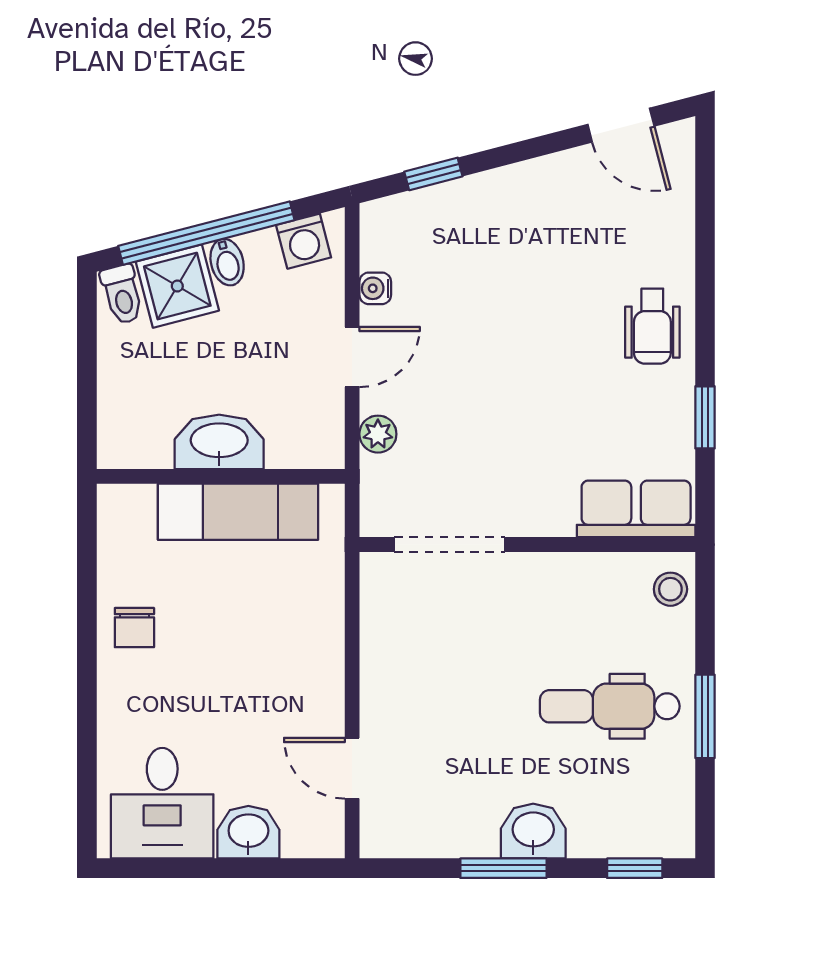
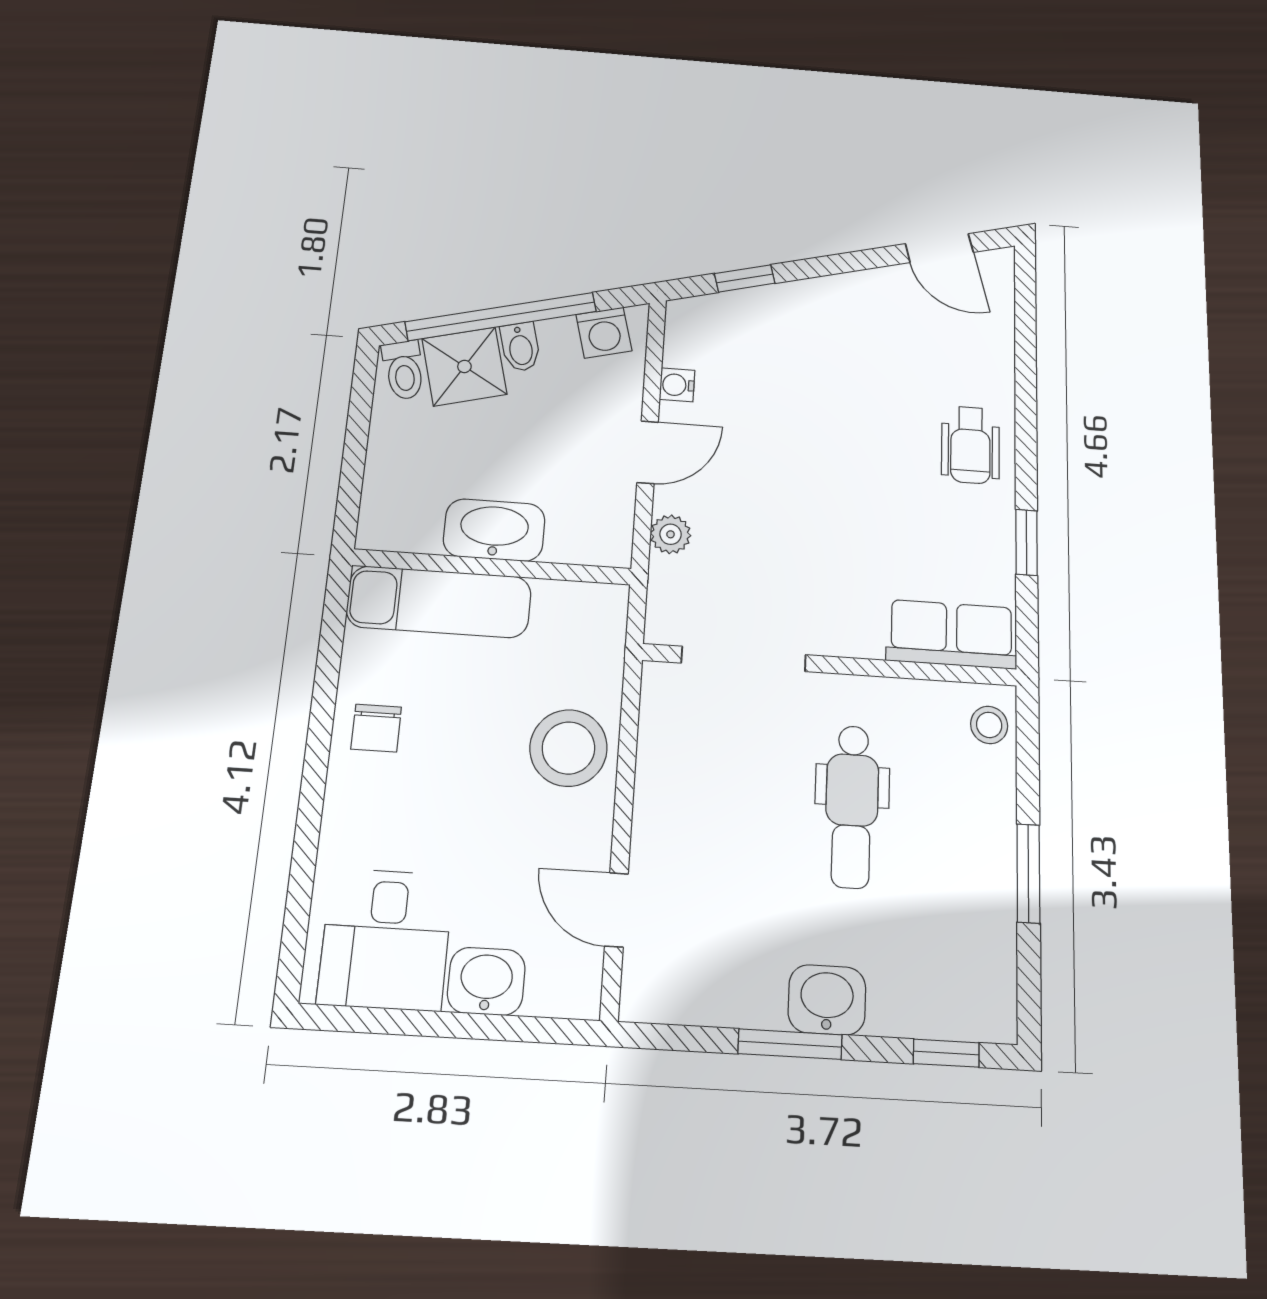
exam couch: (238, 512) -> (439, 602), moved
stool: (301, 634) -> (569, 748), added
dental chair: (610, 706) -> (852, 806), moved, turned -90

